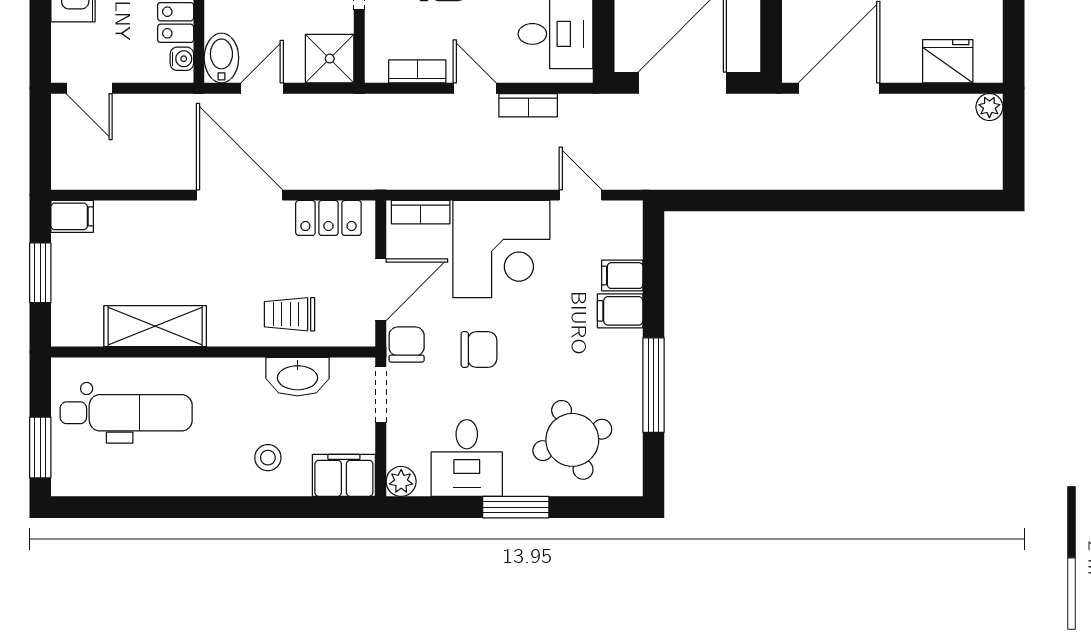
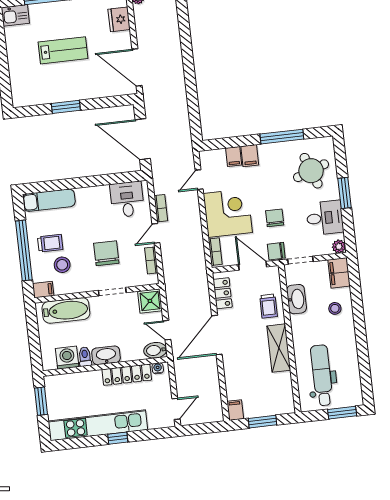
shelving: (155, 326) -> (279, 348), moved

